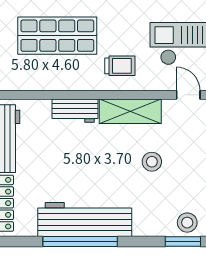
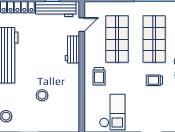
door: (188, 95) -> (82, 25), moved
shelving: (130, 111) -> (72, 82), removed

